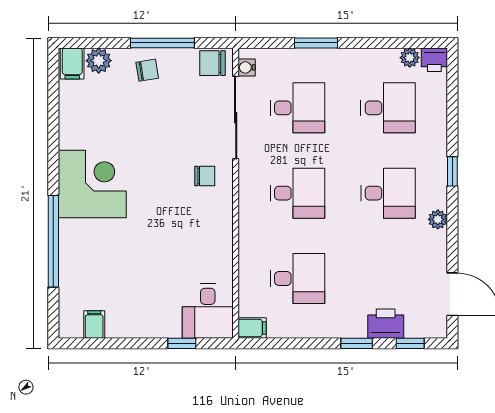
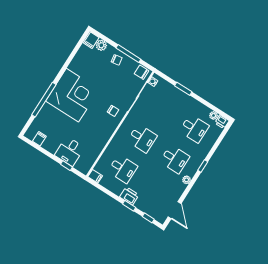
desk: (297, 108) -> (162, 108), removed
corner desk: (92, 184) -> (72, 95), width x1.36, depth x1.36
desk: (208, 311) -> (70, 151), moved
printer: (386, 324) -> (129, 196), moved

